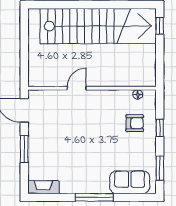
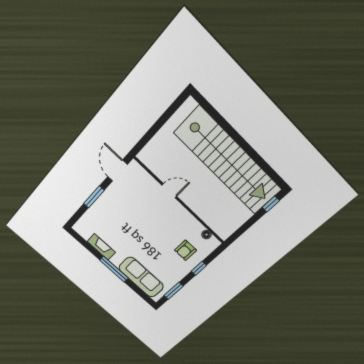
armchair: (135, 123) -> (185, 250), turned 90
sofa: (130, 182) -> (141, 277), width x1.36
fireplace: (43, 187) -> (101, 247), moved

